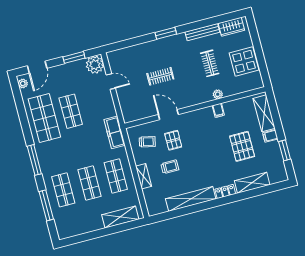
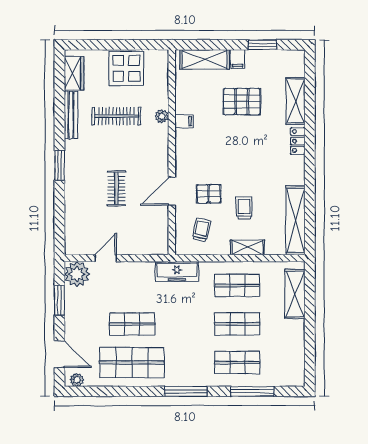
clothes rail: (210, 63) -> (116, 116), width x1.36
shelving: (191, 199) -> (295, 220), moved

